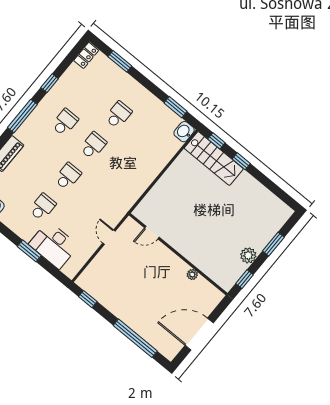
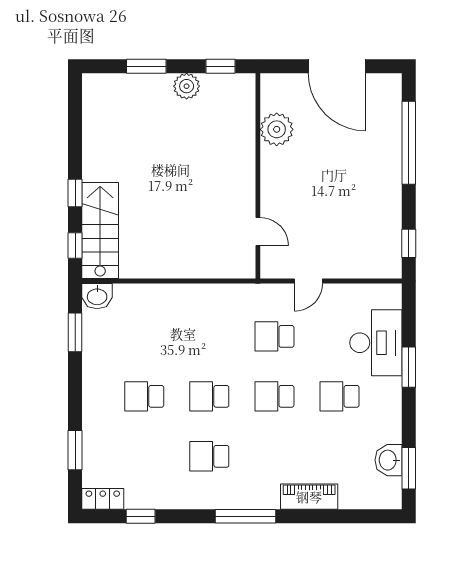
window: (50, 83) -> (141, 516), moved
school desk: (96, 200) -> (274, 336), added
plant: (192, 275) -> (277, 129), width x1.88, depth x1.88

